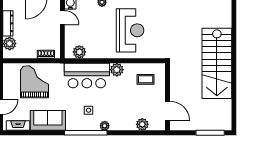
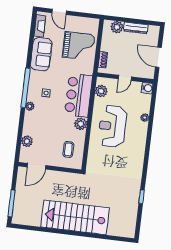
door: (62, 18) -> (125, 78), moved
reception desk: (130, 30) -> (112, 126), moved, turned 90

